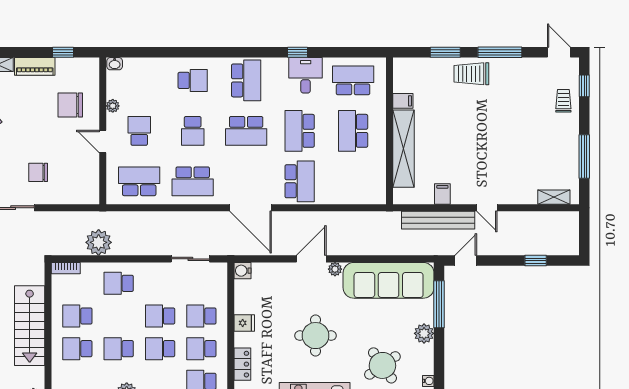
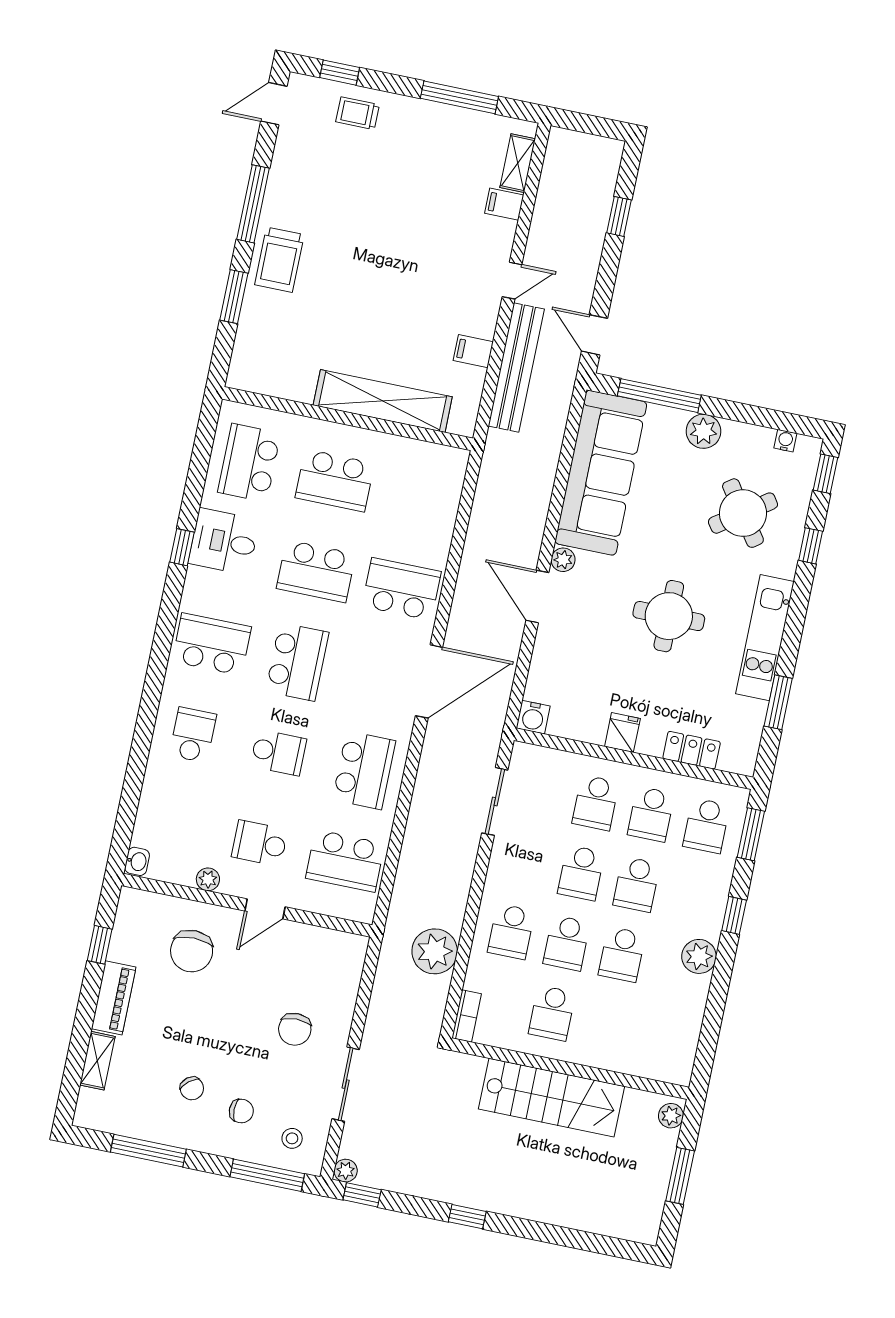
filing cabinet: (403, 101) -> (504, 204), moved, turned -90
school desk: (139, 181) -> (345, 861), turned -90
school desk: (77, 349) -> (567, 943), moved

